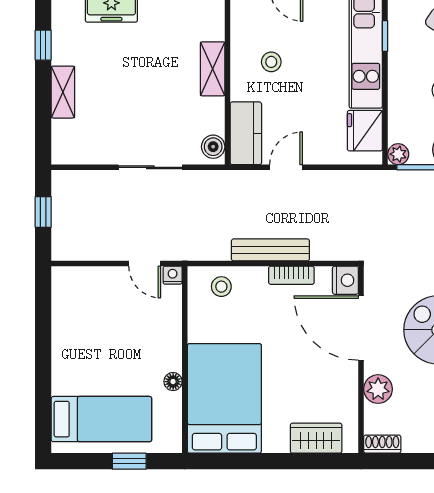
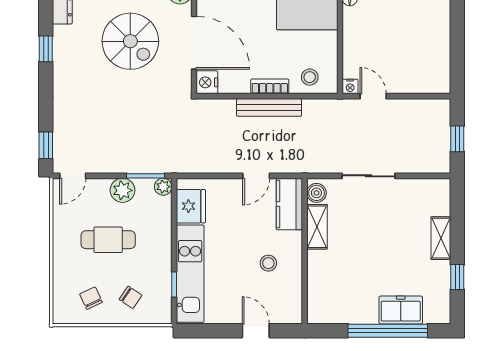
shelving: (213, 69) -> (317, 227), moved
bookcase: (291, 275) -> (270, 86), moved

